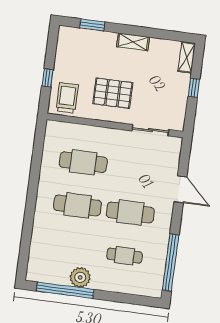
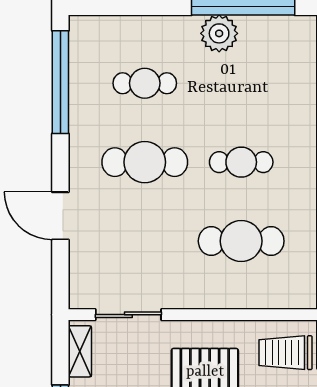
trolley: (67, 98) -> (285, 353), turned 90
shelving: (180, 114) -> (80, 351), added
cafe table: (77, 205) -> (241, 162), width x0.73, depth x0.74

